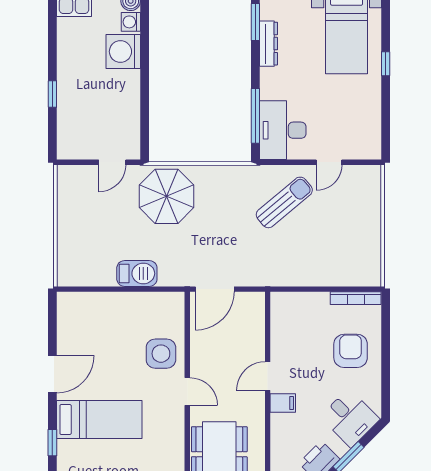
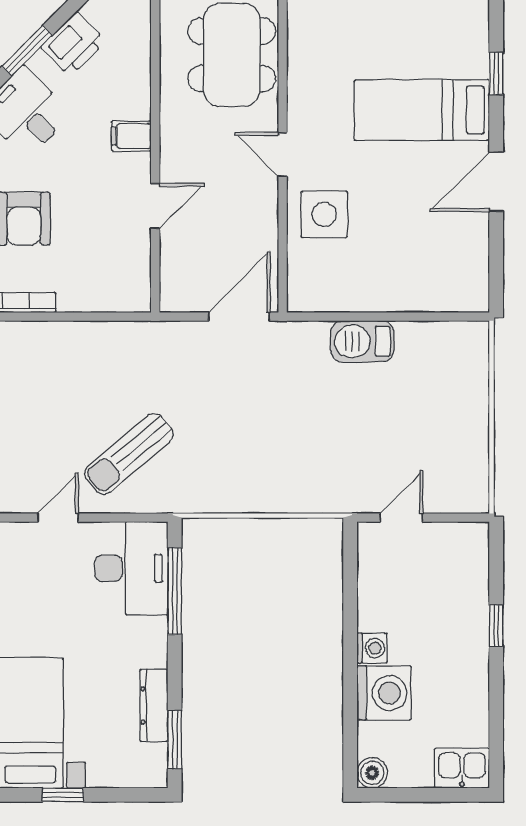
washing machine: (131, 22) -> (372, 648), moved
parasol: (167, 196) -> (315, 464), removed
door: (268, 376) -> (155, 206), moved

